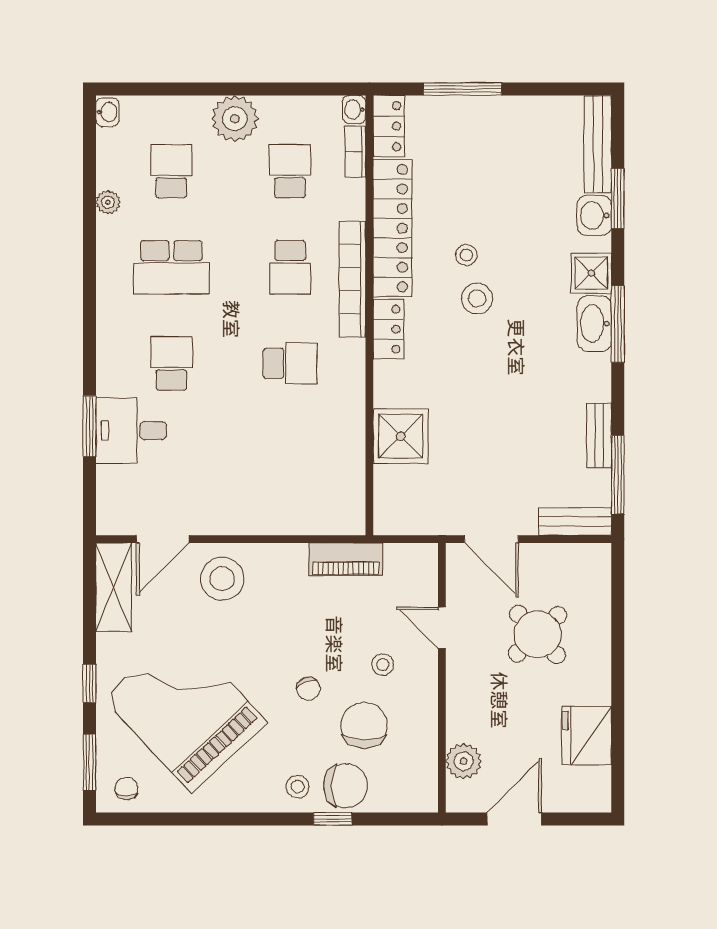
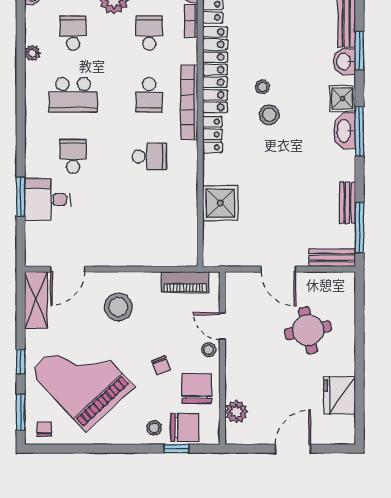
stool: (222, 579) -> (118, 307), moved
door: (442, 628) -> (222, 326), moved
round table: (538, 634) -> (308, 330), turned 32
wall: (442, 678) -> (222, 358), moved
plant: (464, 761) -> (236, 412), moved

